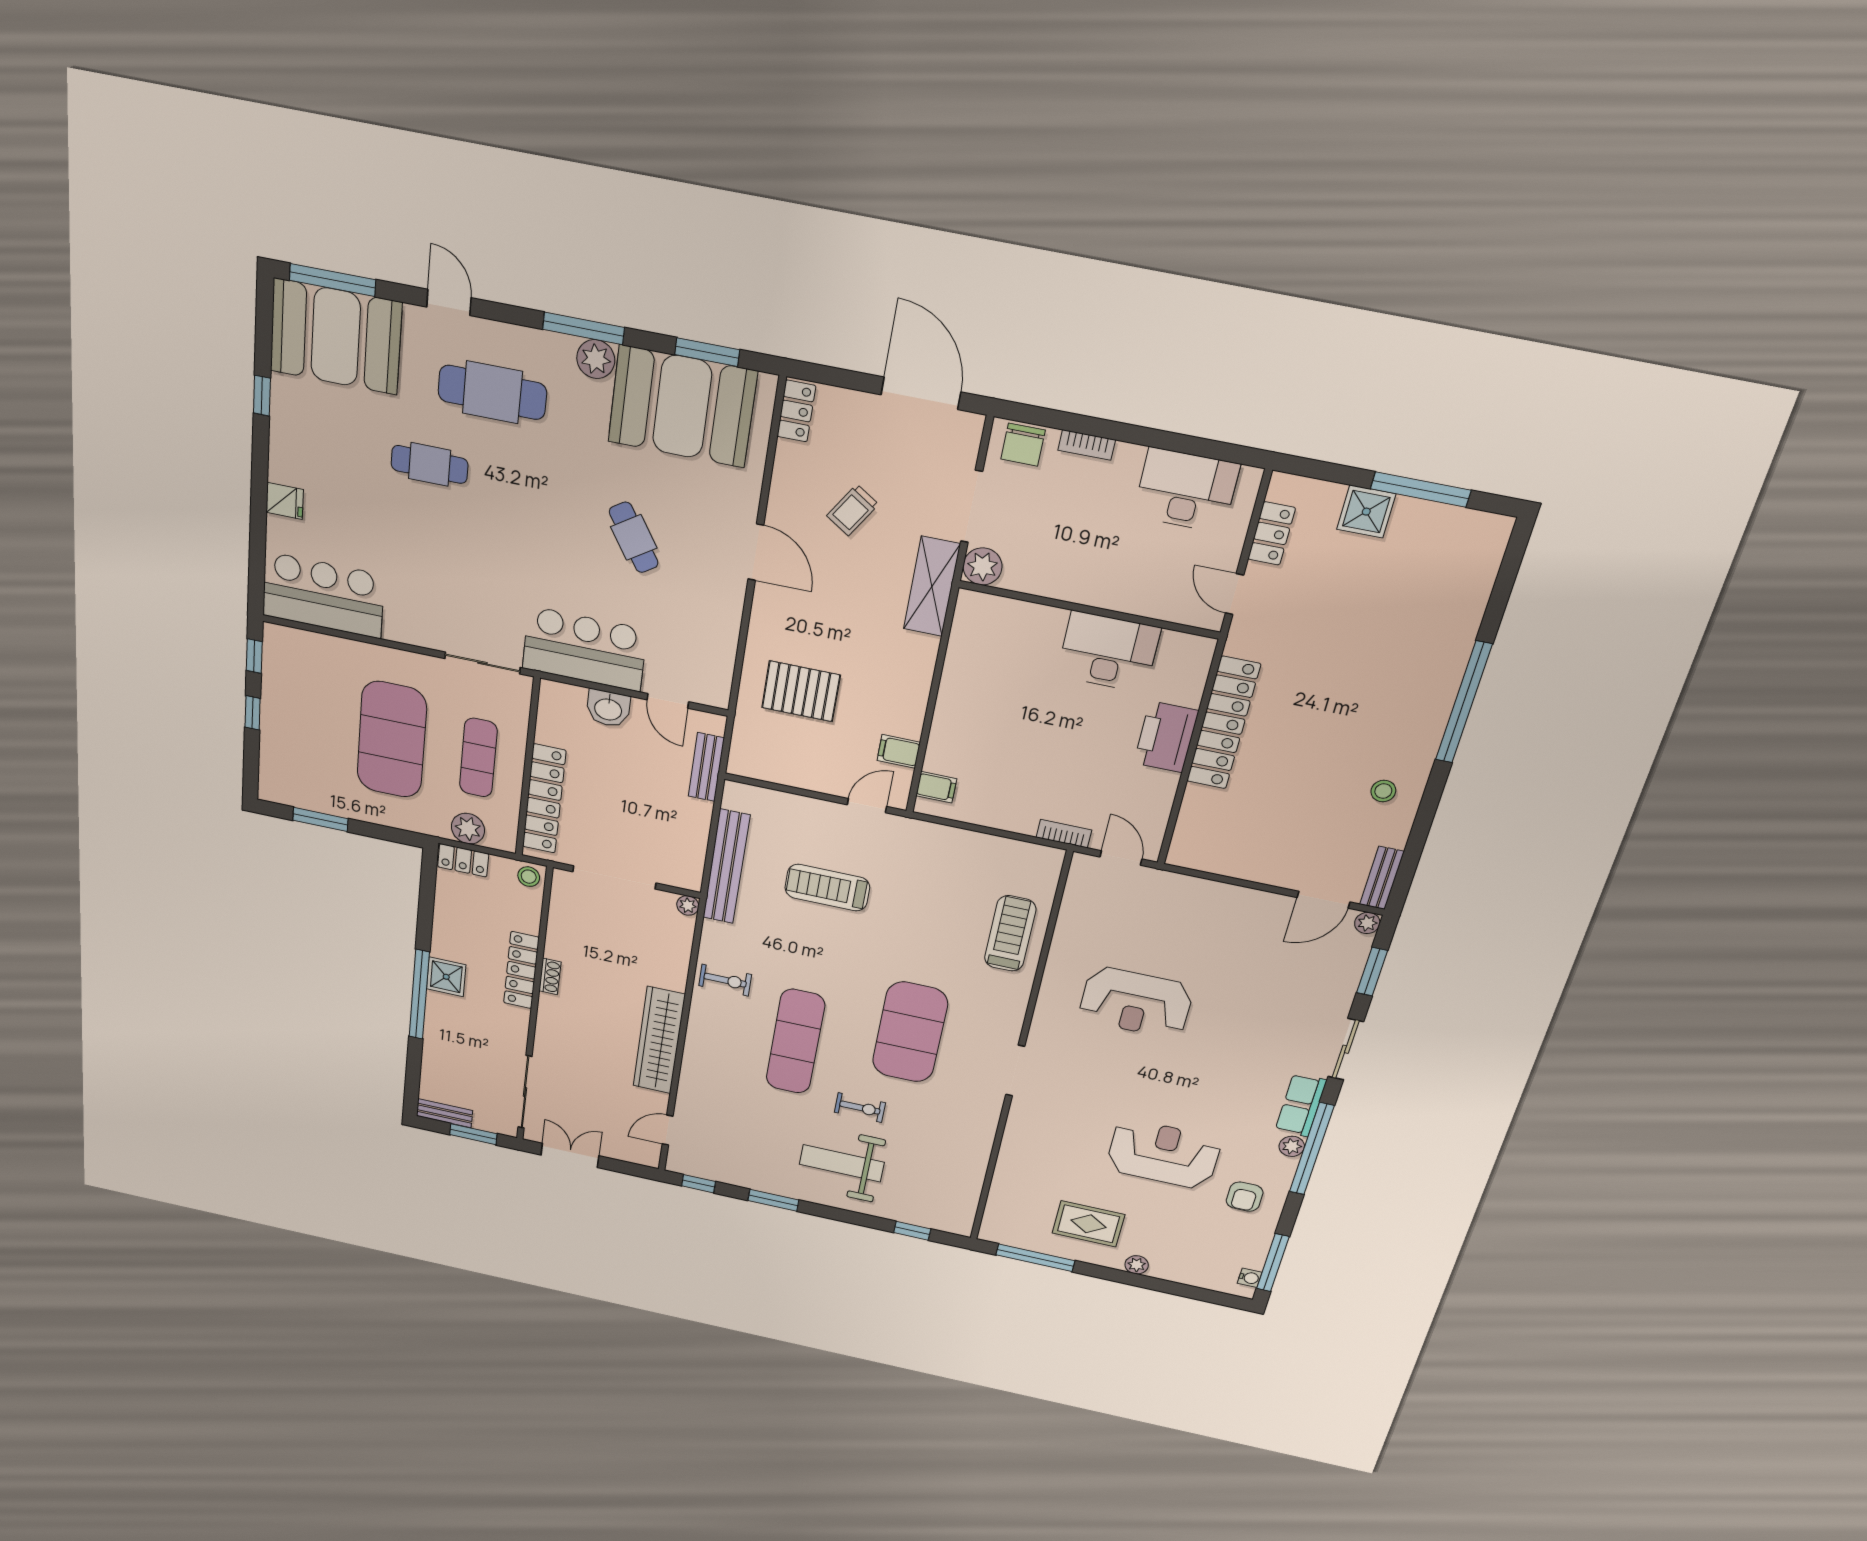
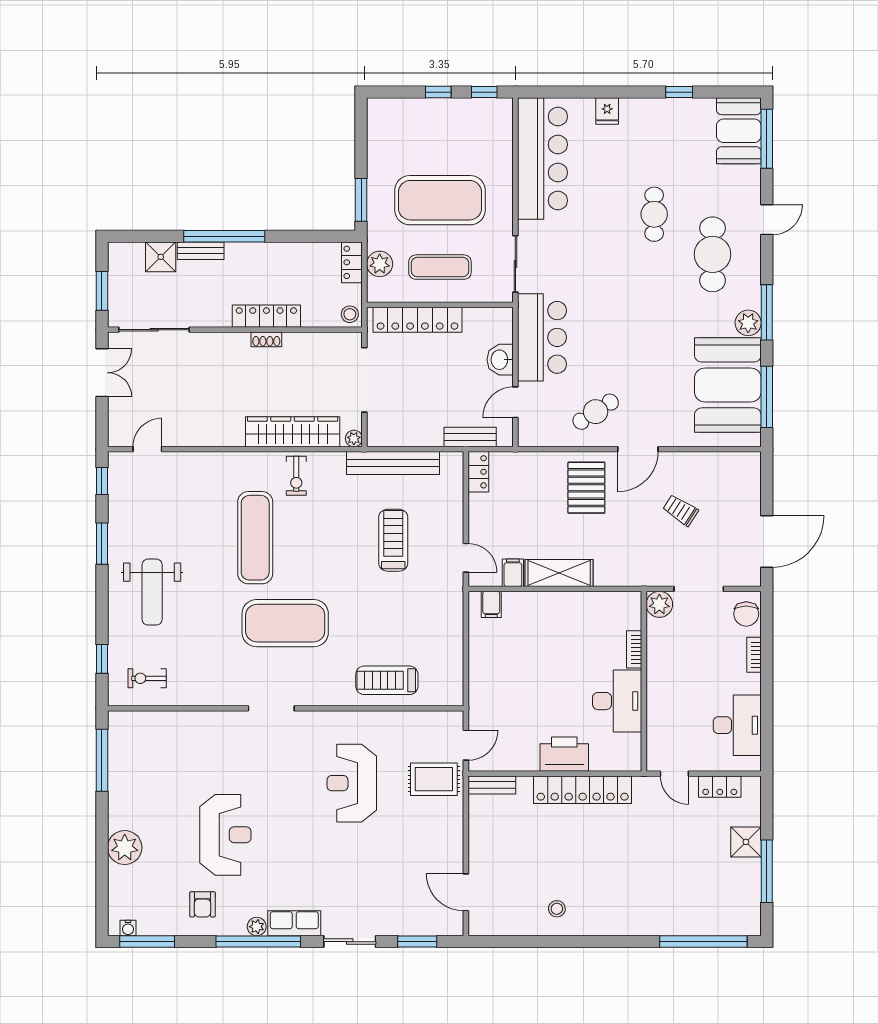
booth: (336, 337) -> (739, 131), width x0.73, depth x0.70
window: (707, 352) -> (767, 397), width x1.44
locker: (796, 411) -> (478, 472), moved, turned -90
chair: (1023, 445) -> (746, 614), turned -90
cafe table: (634, 537) -> (596, 412), moved
shelving: (932, 587) -> (559, 573), moved
door: (1234, 594) -> (674, 774), swing flipped
bar counter: (323, 595) -> (543, 159), width x1.36
pallet: (801, 691) -> (586, 488), moved
window: (1464, 702) -> (703, 942), moved
window: (320, 819) -> (361, 200), moved
bookcase: (1064, 834) -> (634, 649), moved, turned 180
bench: (1382, 878) -> (492, 785), moved
plant: (1367, 923) -> (455, 927), removed
treadmill: (1010, 934) -> (387, 680), turned 180
shower: (446, 977) -> (161, 257), moved
wardrobe: (659, 1040) -> (293, 432), moved
exercise mat: (795, 1041) -> (255, 538), turned 90
exercise bike: (860, 1108) -> (147, 678), moved, turned 90
bench: (444, 1113) -> (201, 251), moved, turned 90
door: (668, 1130) -> (147, 449), hinge flipped
weight bench: (842, 1163) -> (152, 592), turned 180
armchair: (1245, 1197) -> (203, 904), turned -90
rug: (1088, 1224) -> (434, 779), moved, turned 90
plant: (1137, 1265) -> (125, 848), width x1.88, depth x1.88

